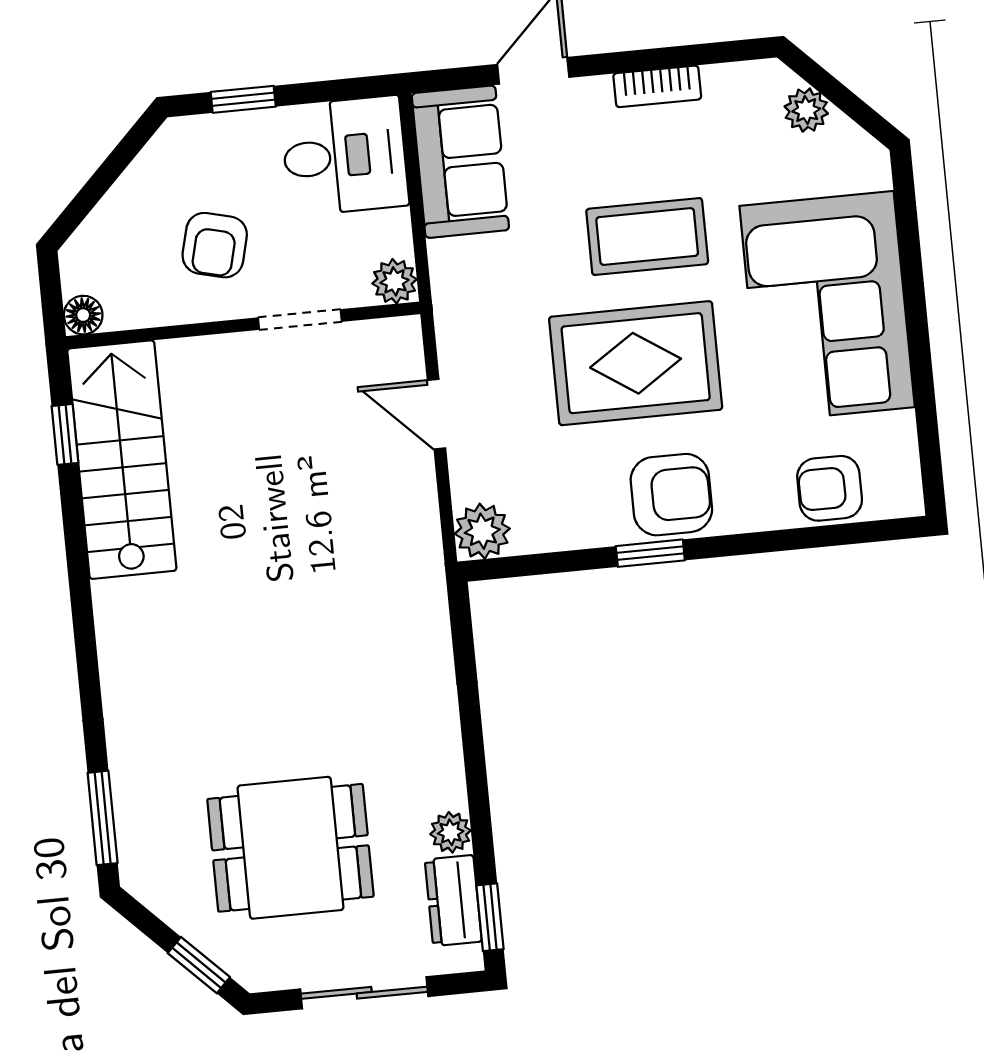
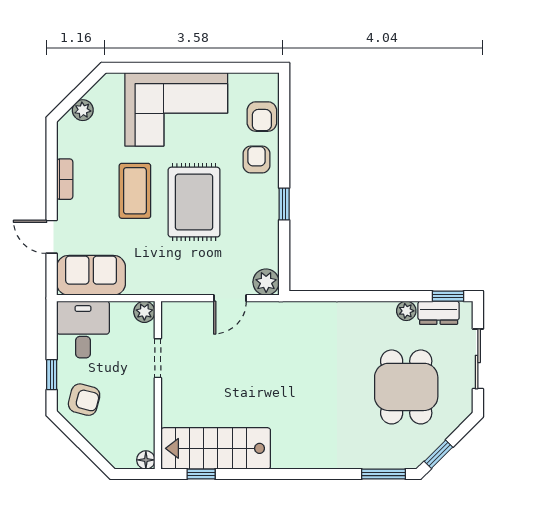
armchair: (215, 245) -> (84, 400), moved
door: (436, 414) -> (230, 298), moved
armchair: (671, 495) -> (257, 160), moved, width x0.72, depth x0.72
window: (199, 965) -> (438, 454), moved

